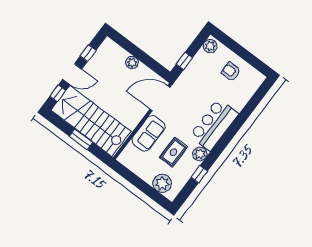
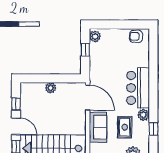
window: (184, 61) -> (85, 50), moved
armchair: (231, 72) -> (136, 36), moved
door: (72, 74) -> (16, 126), hinge flipped
door: (160, 98) -> (88, 98), swing flipped

